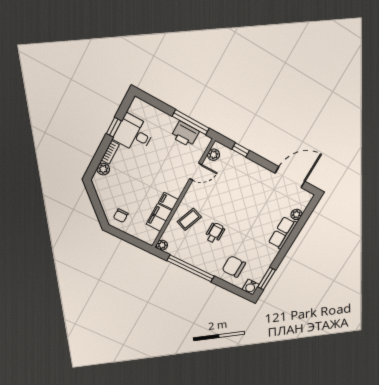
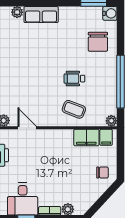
filing cabinet: (168, 201) -> (106, 137), moved

